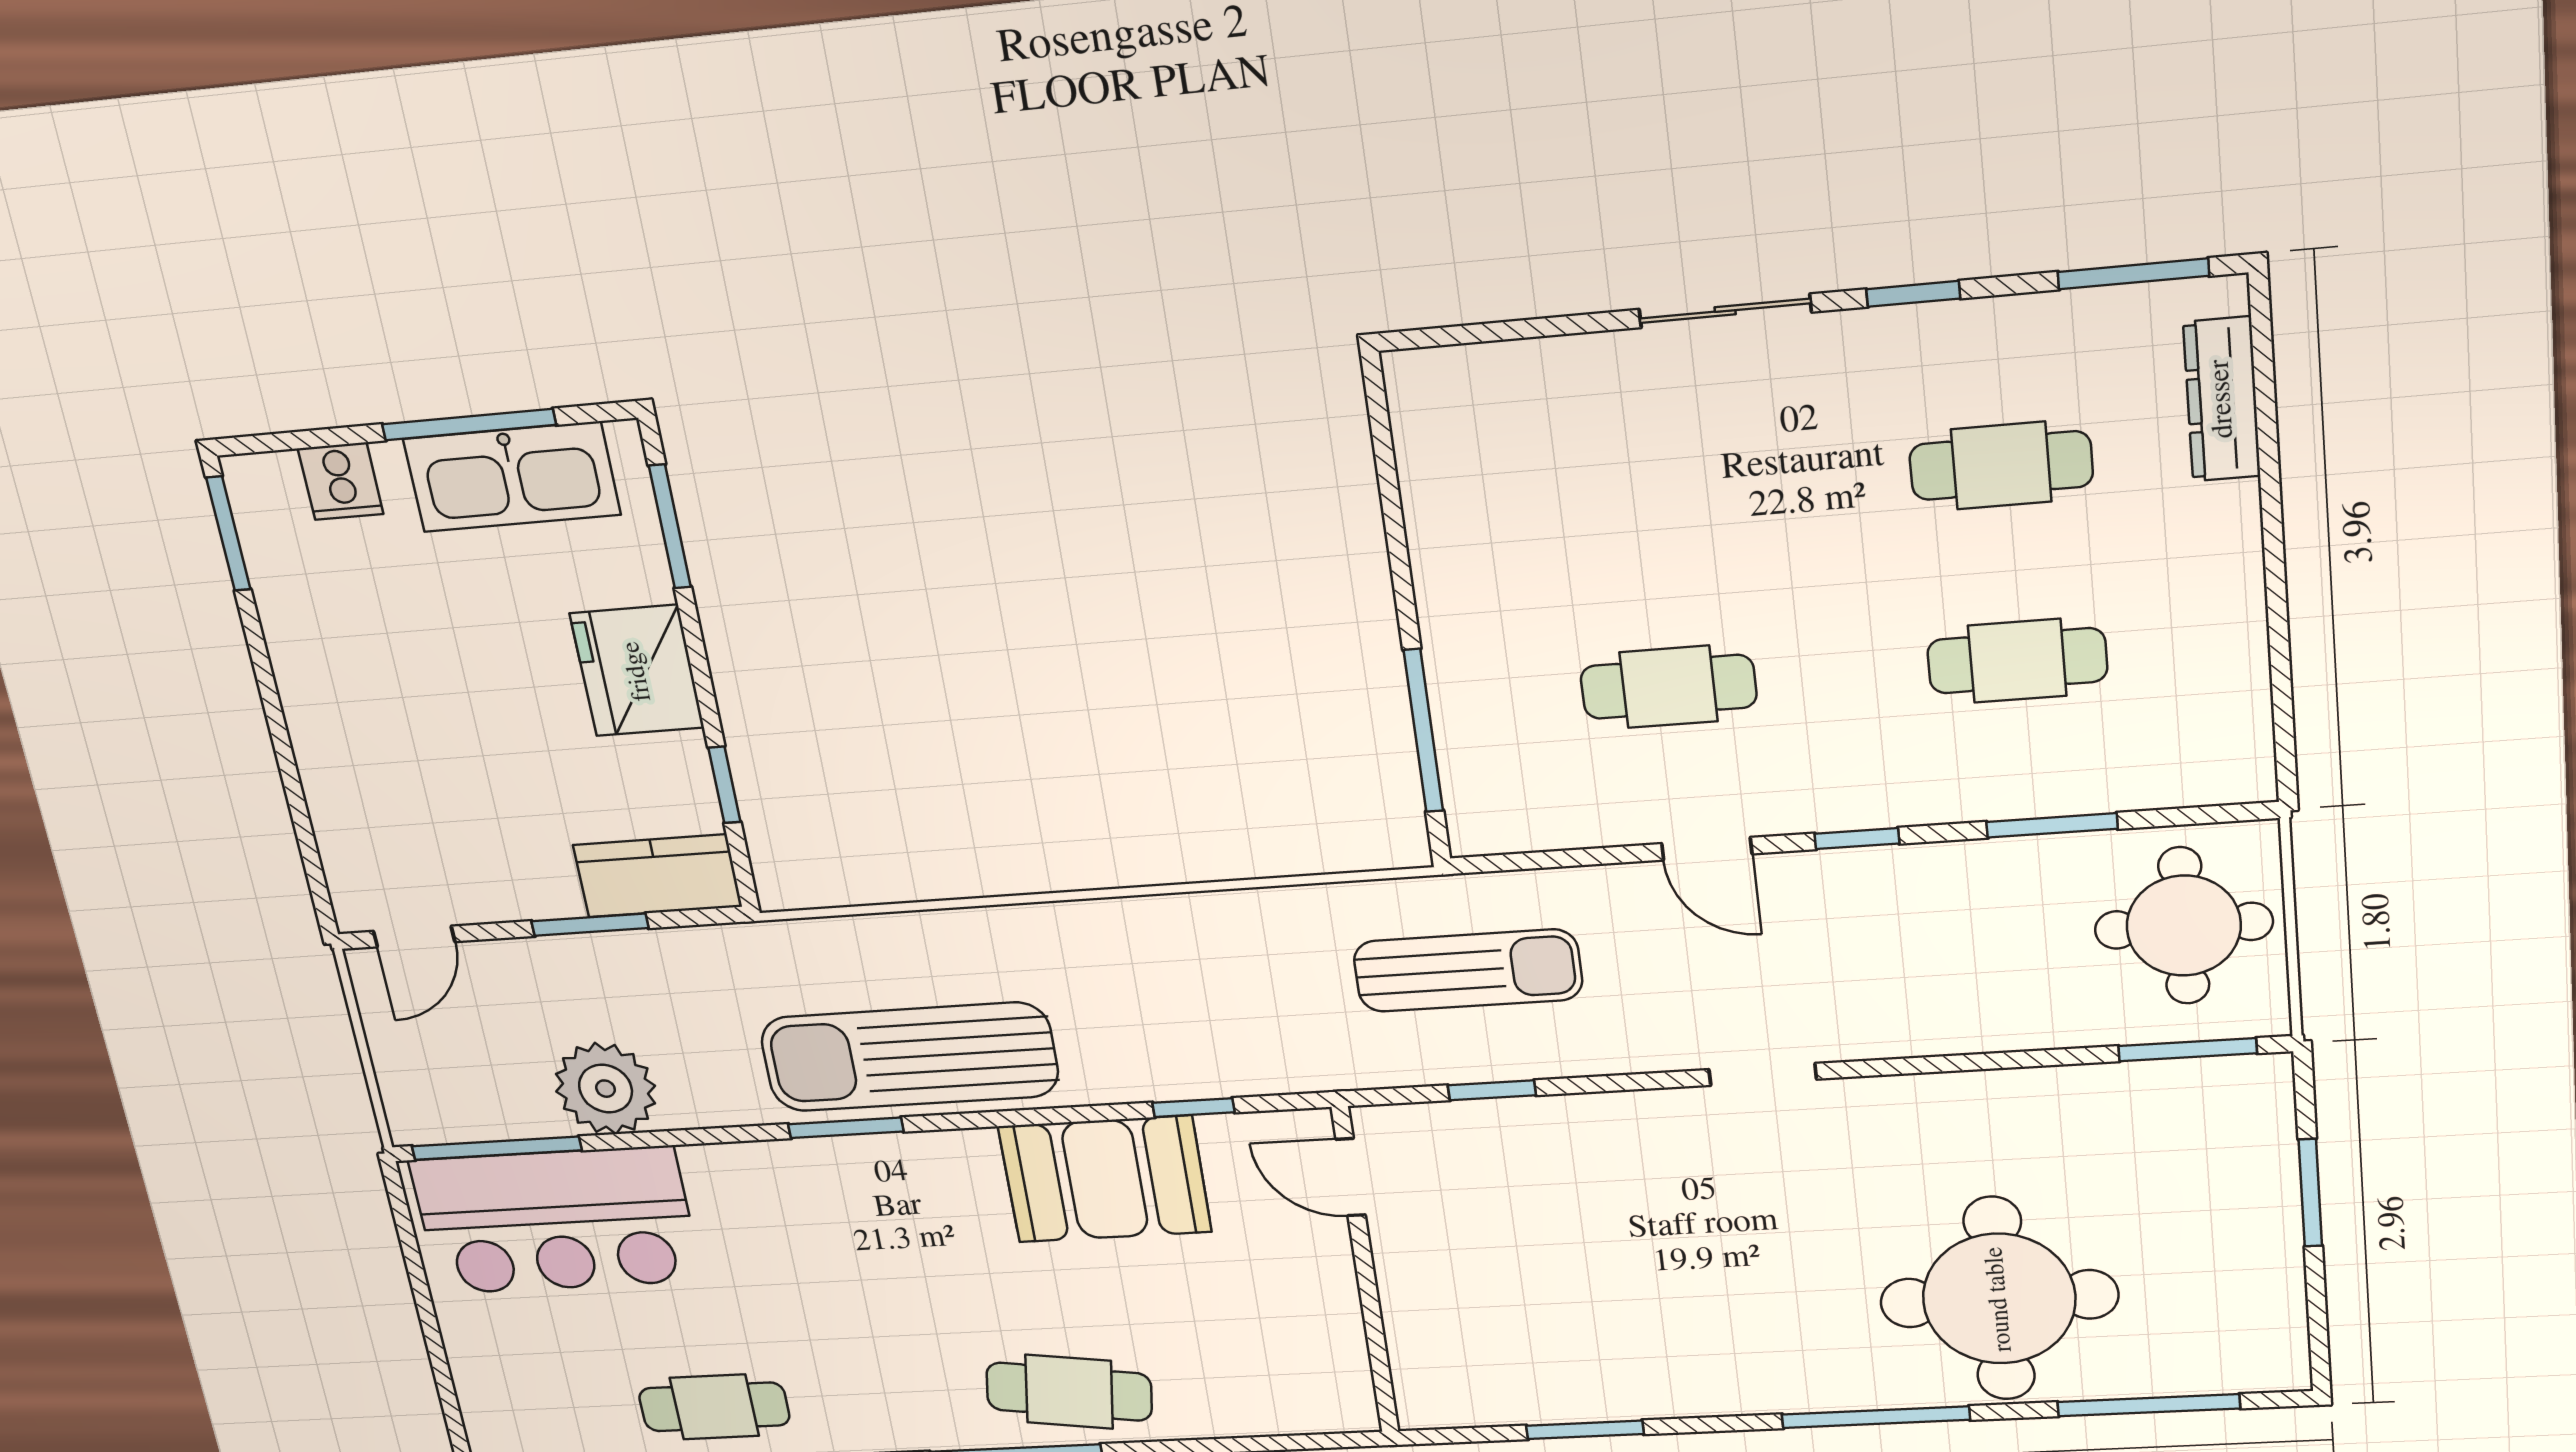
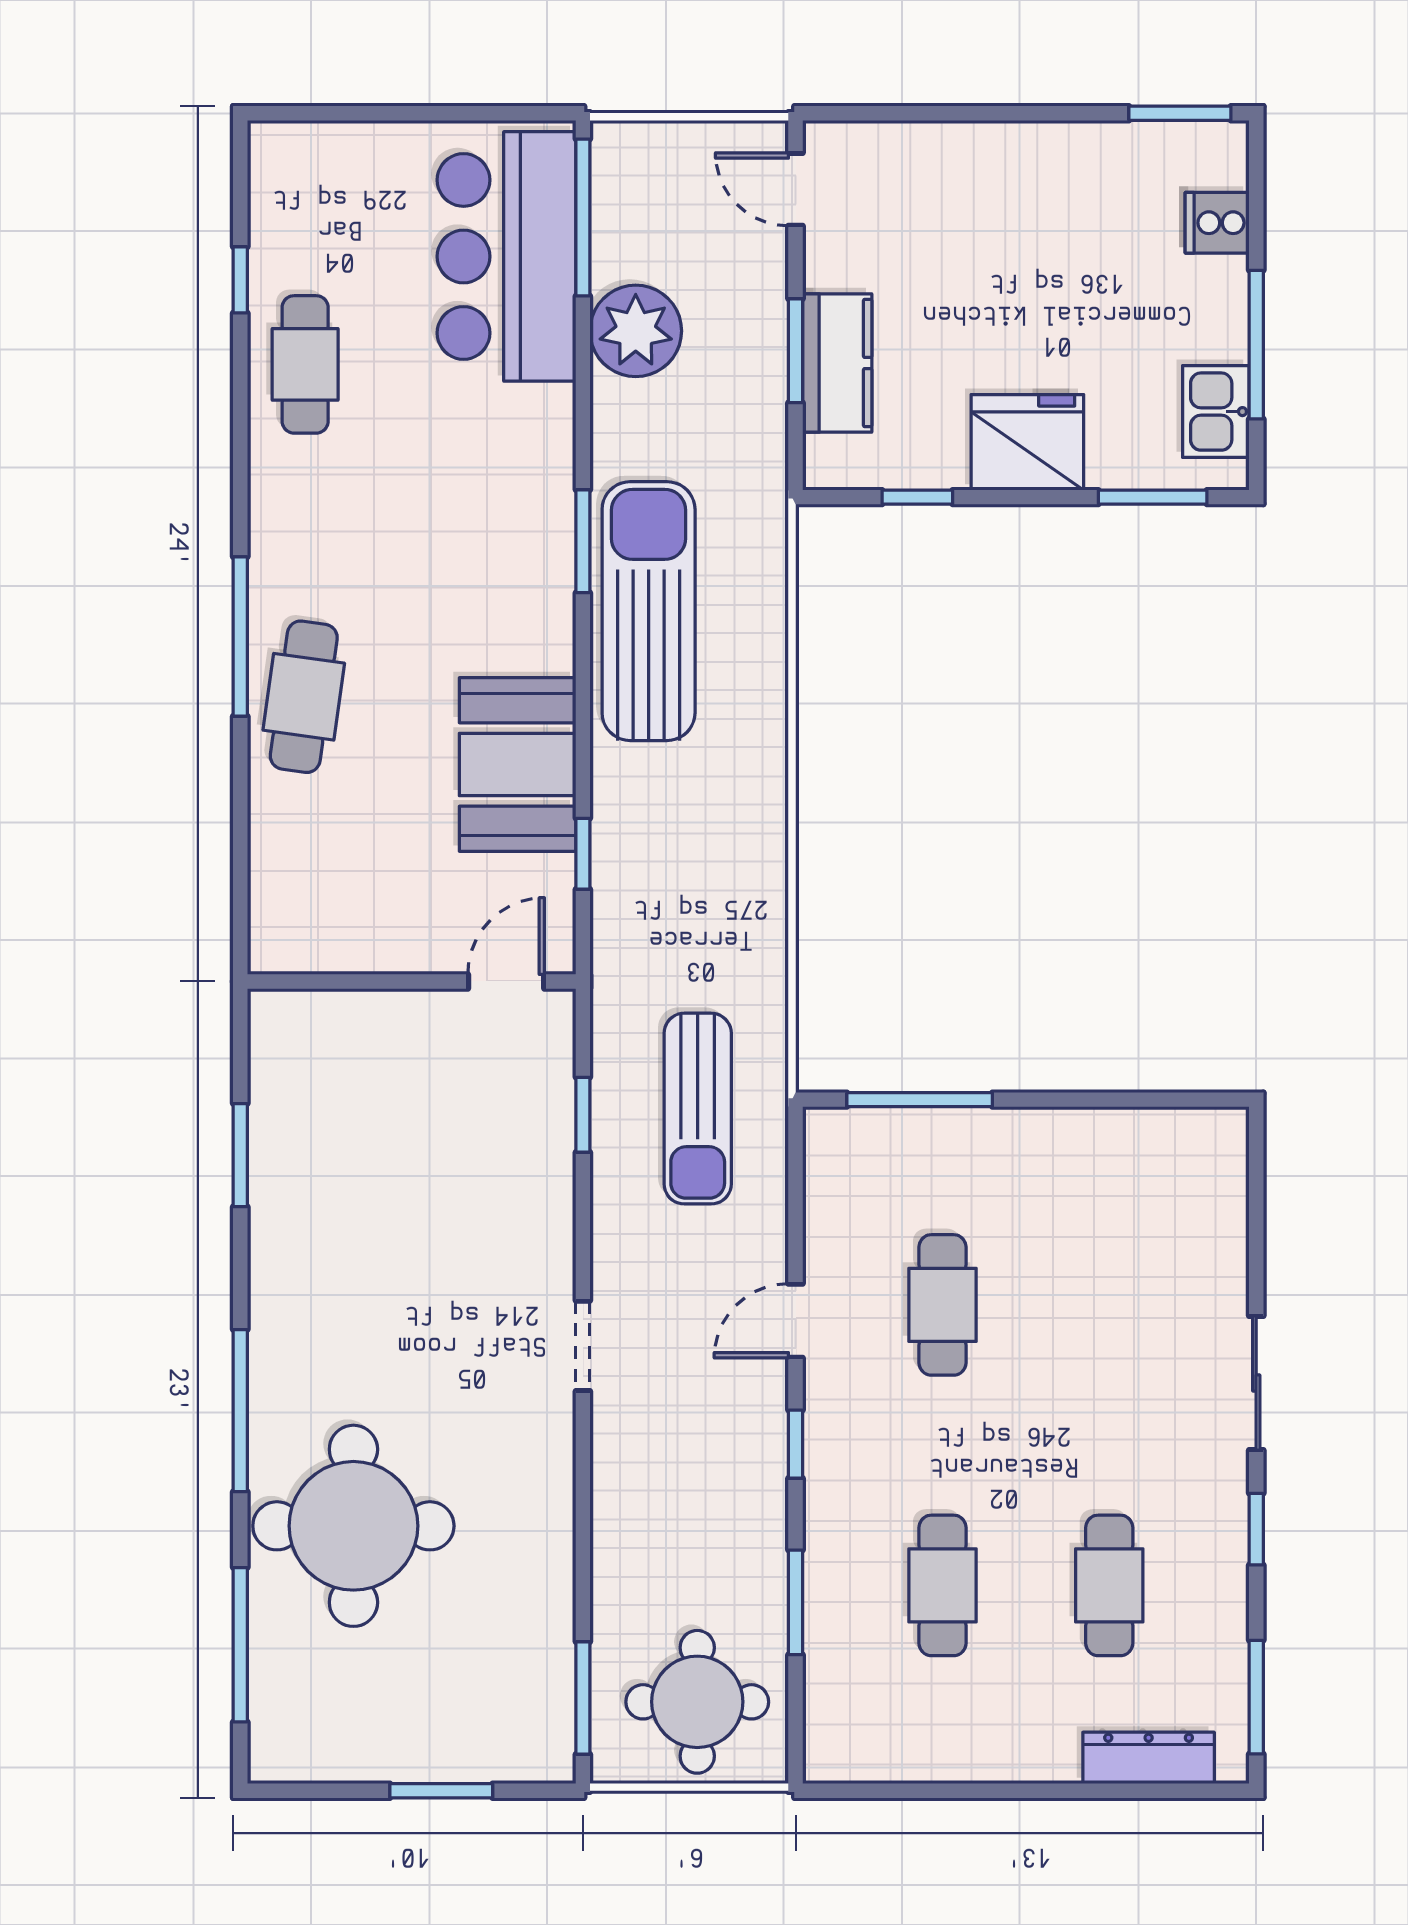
kitchen sink: (512, 477) -> (1216, 412), width x0.53, depth x0.81
kitchen counter: (658, 876) -> (837, 363), moved

